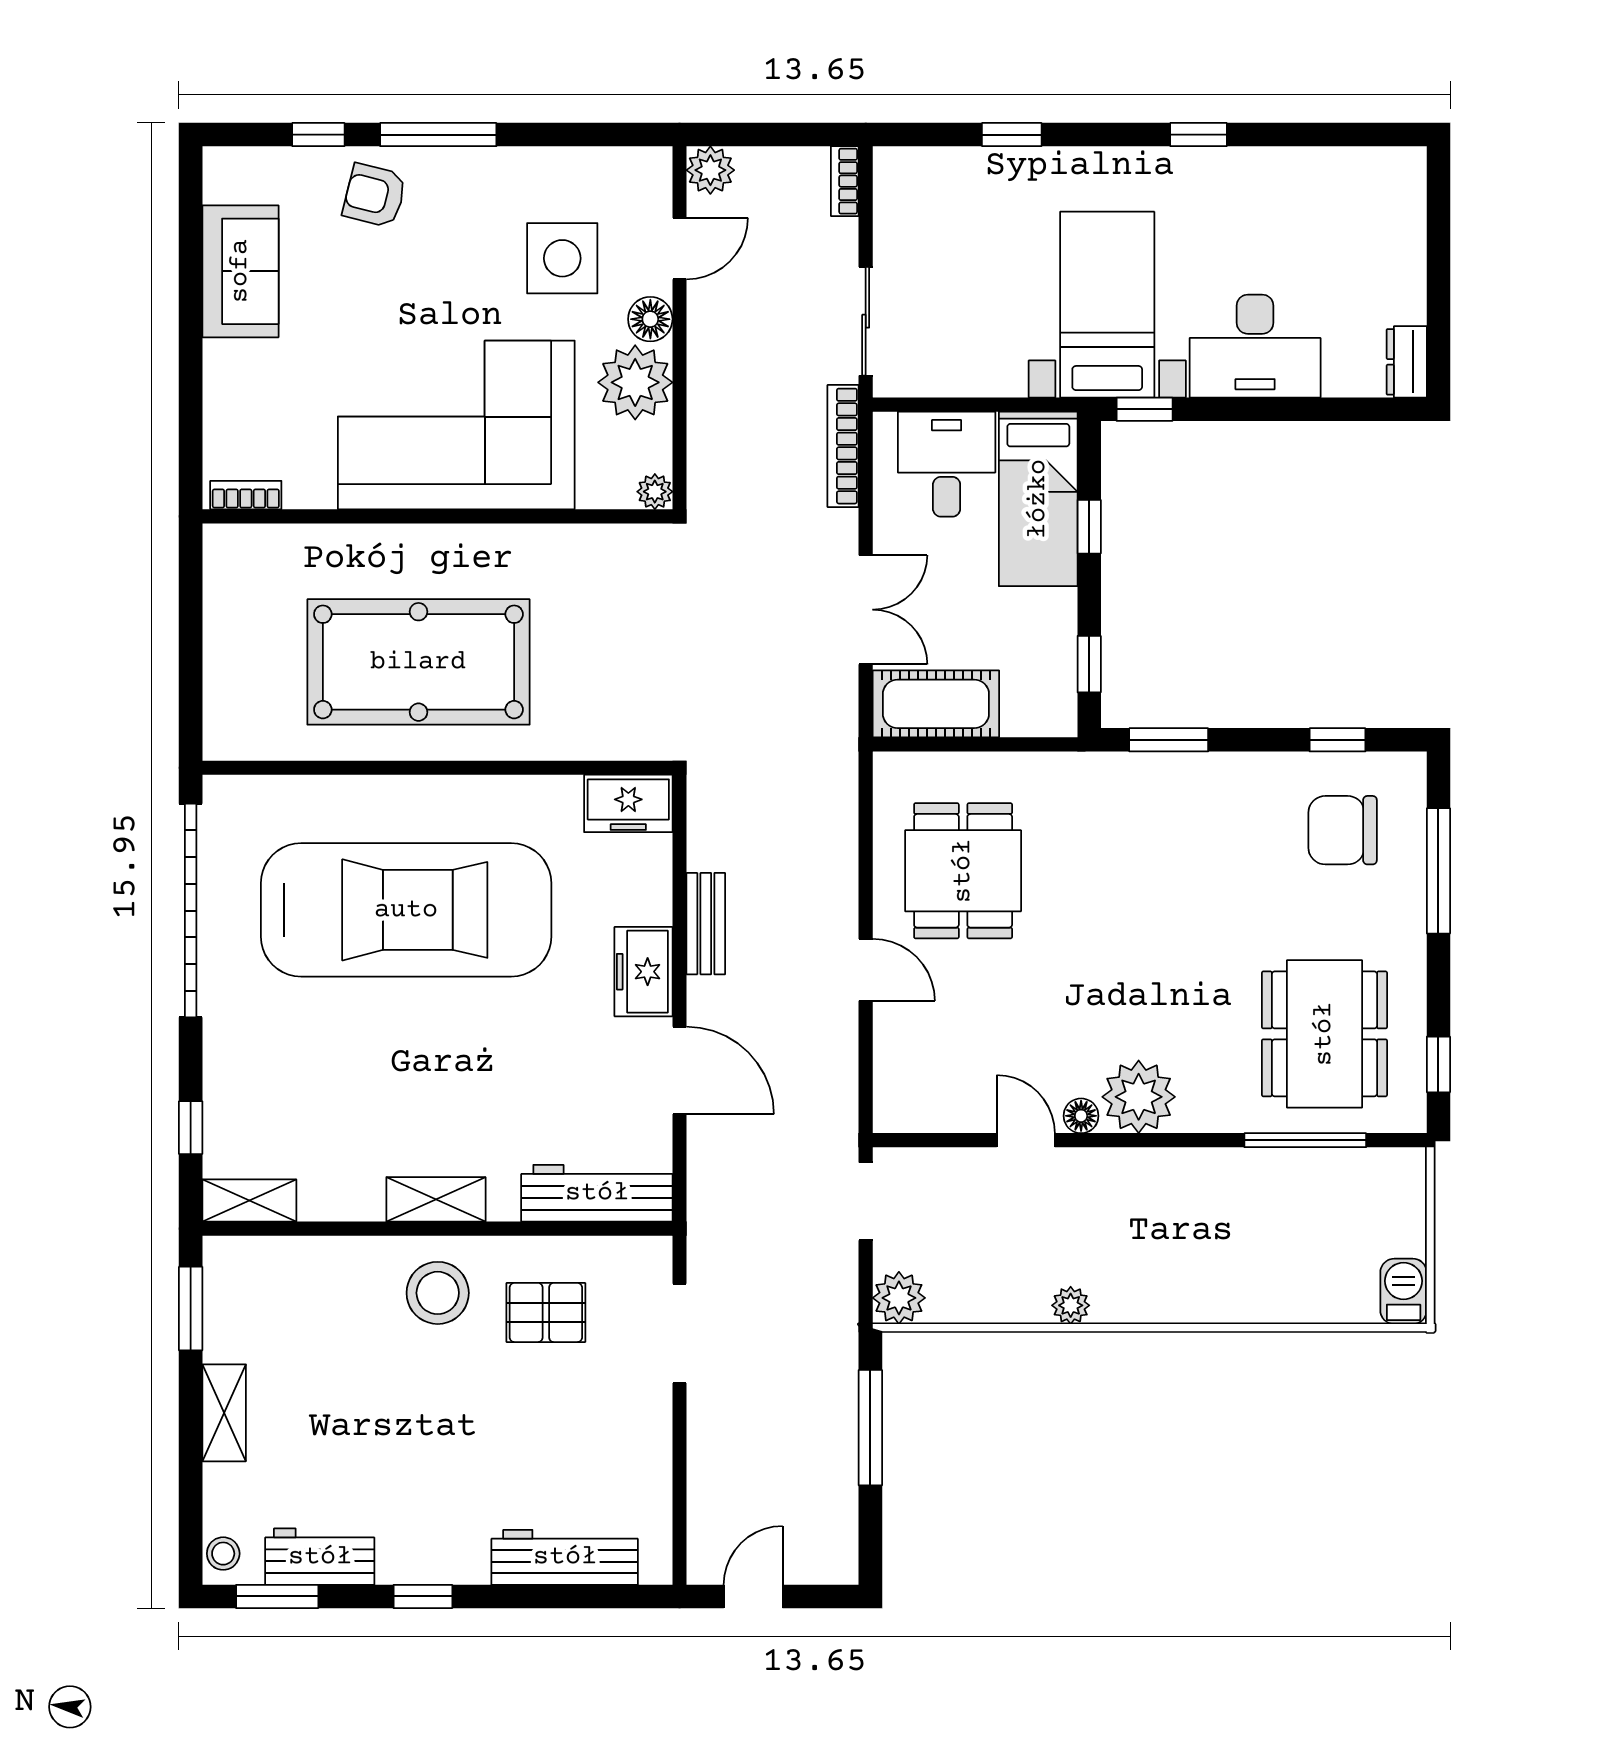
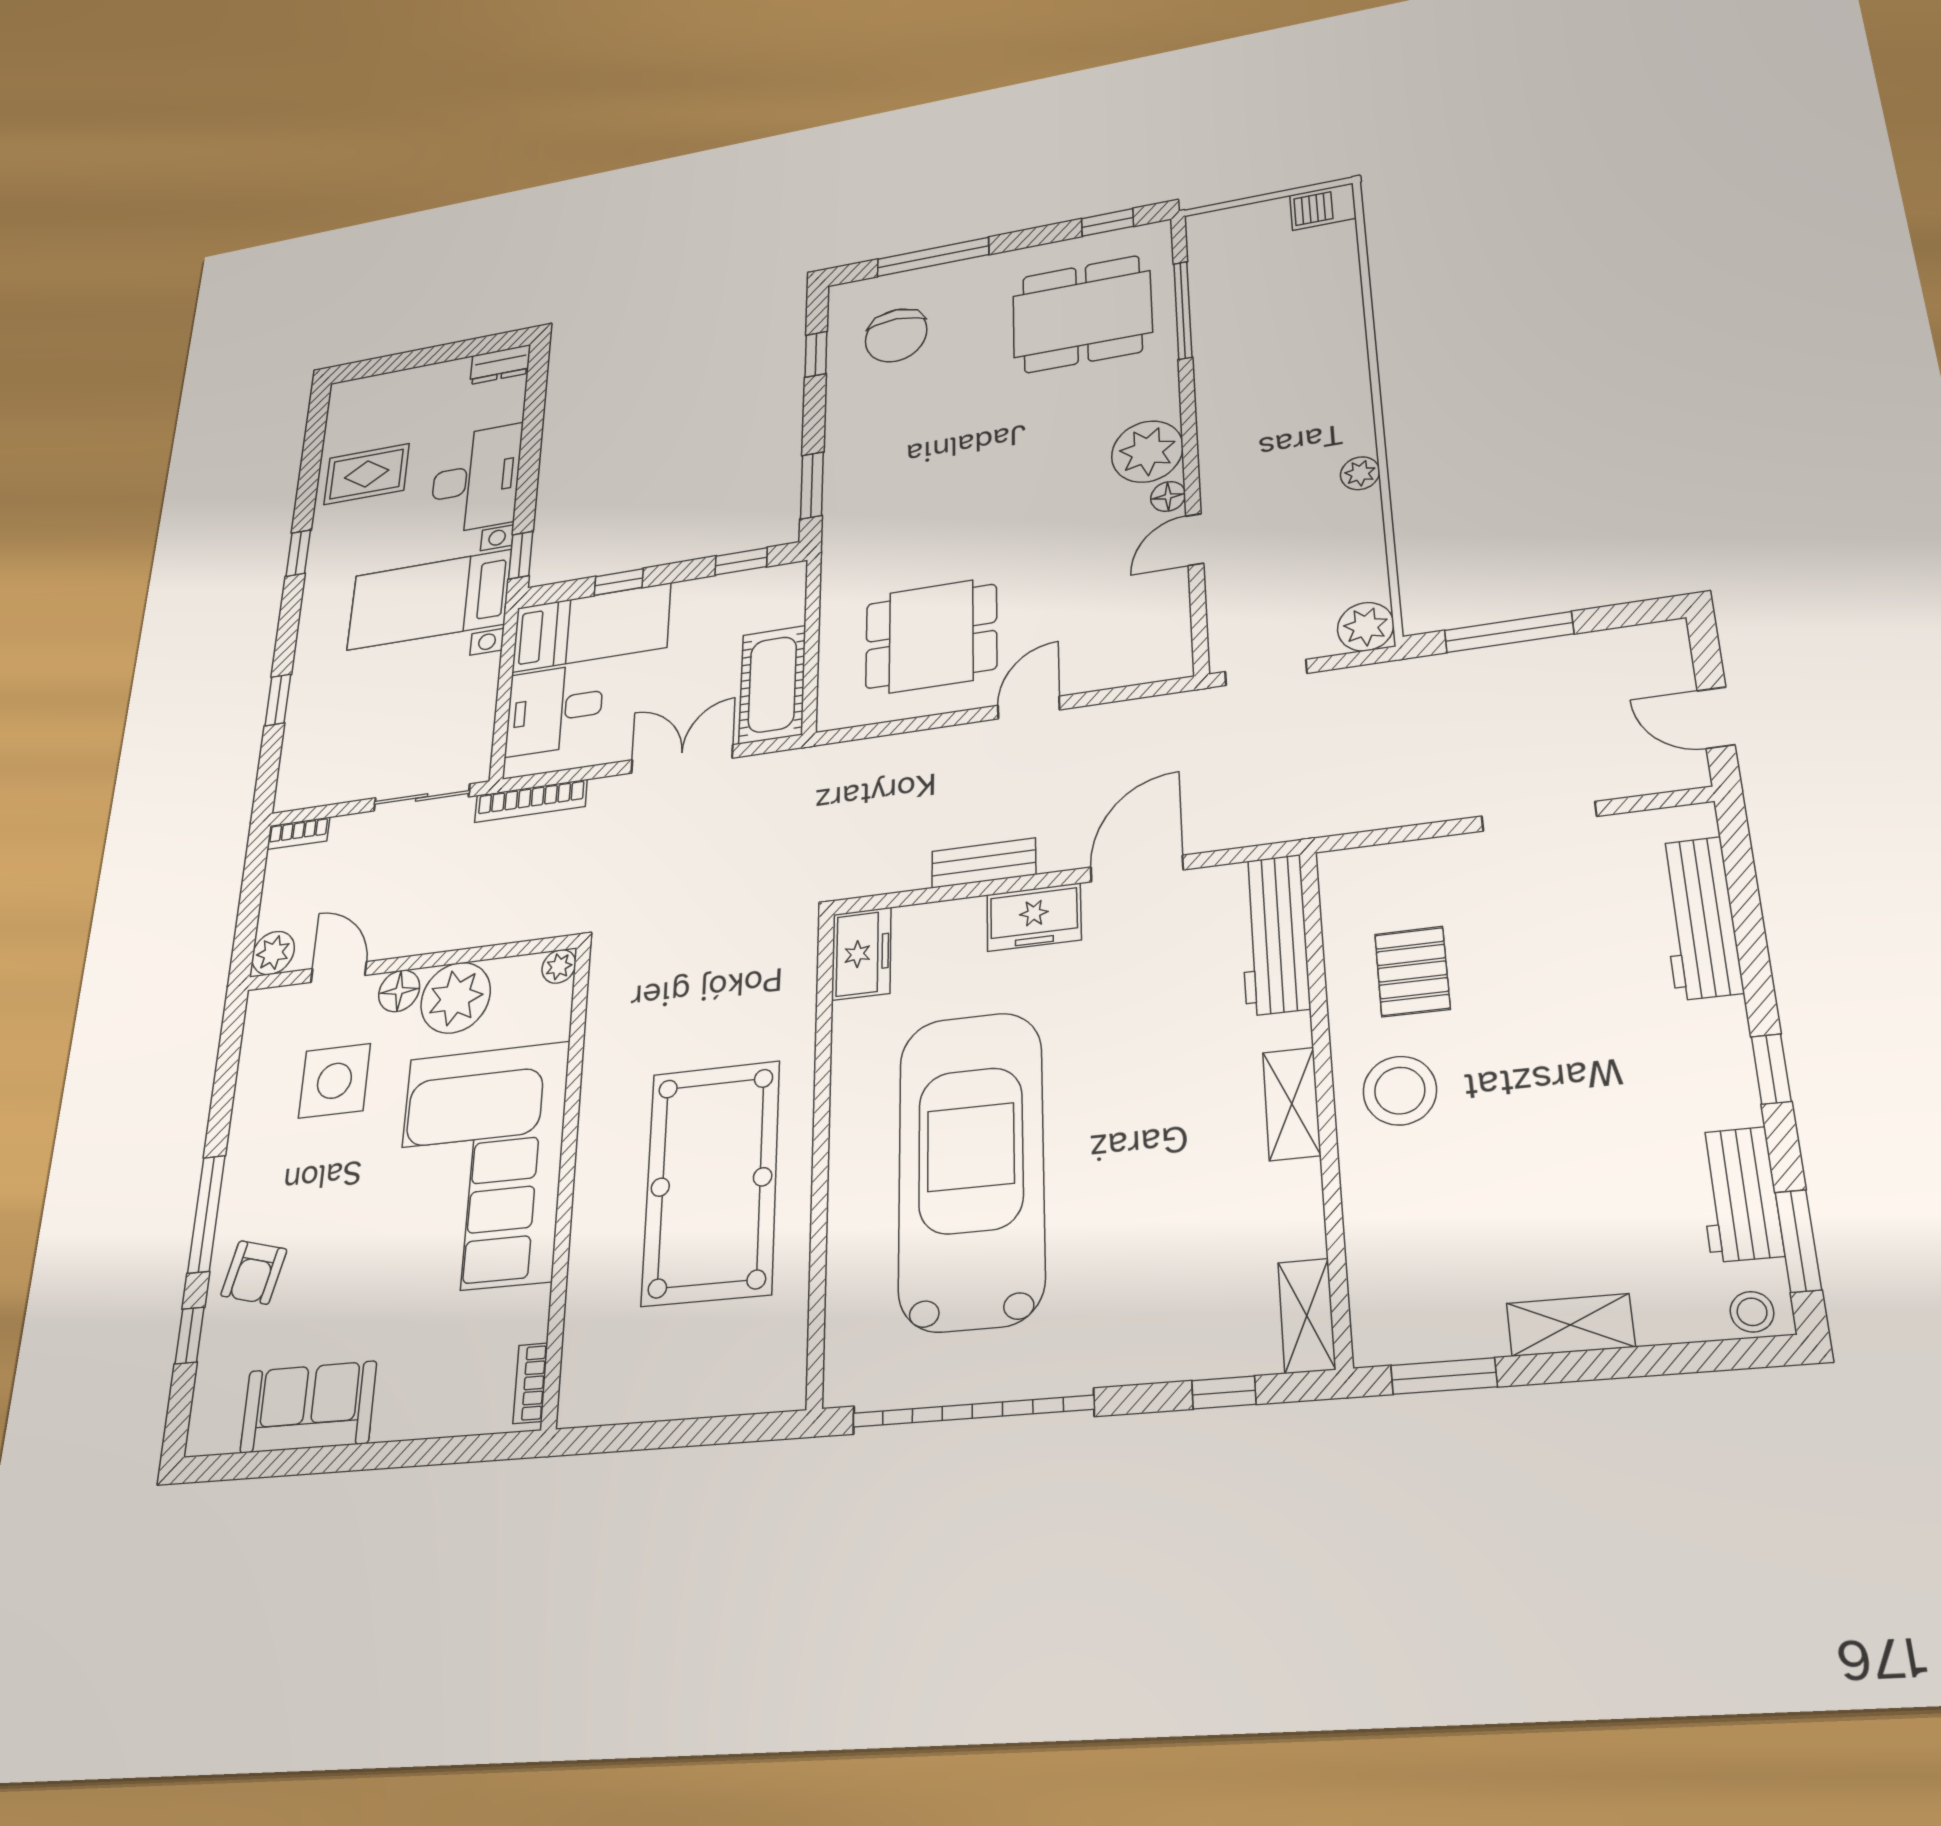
rug: (1289, 208) -> (366, 474), added
doorway: (679, 1333) -> (1539, 816), moved

